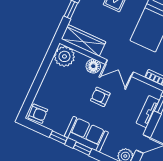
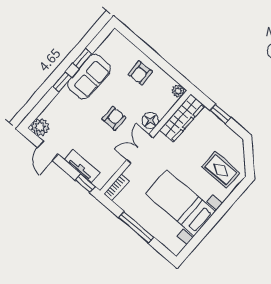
plant: (64, 56) -> (178, 91), width x0.53, depth x0.53
armchair: (38, 114) -> (140, 73), moved
sofa: (86, 134) -> (89, 77), moved

